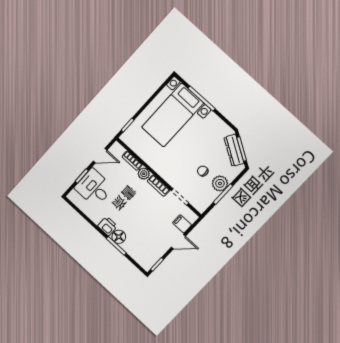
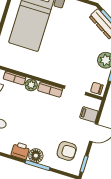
chair: (203, 171) -> (97, 88), moved
armchair: (147, 246) -> (67, 151), added

